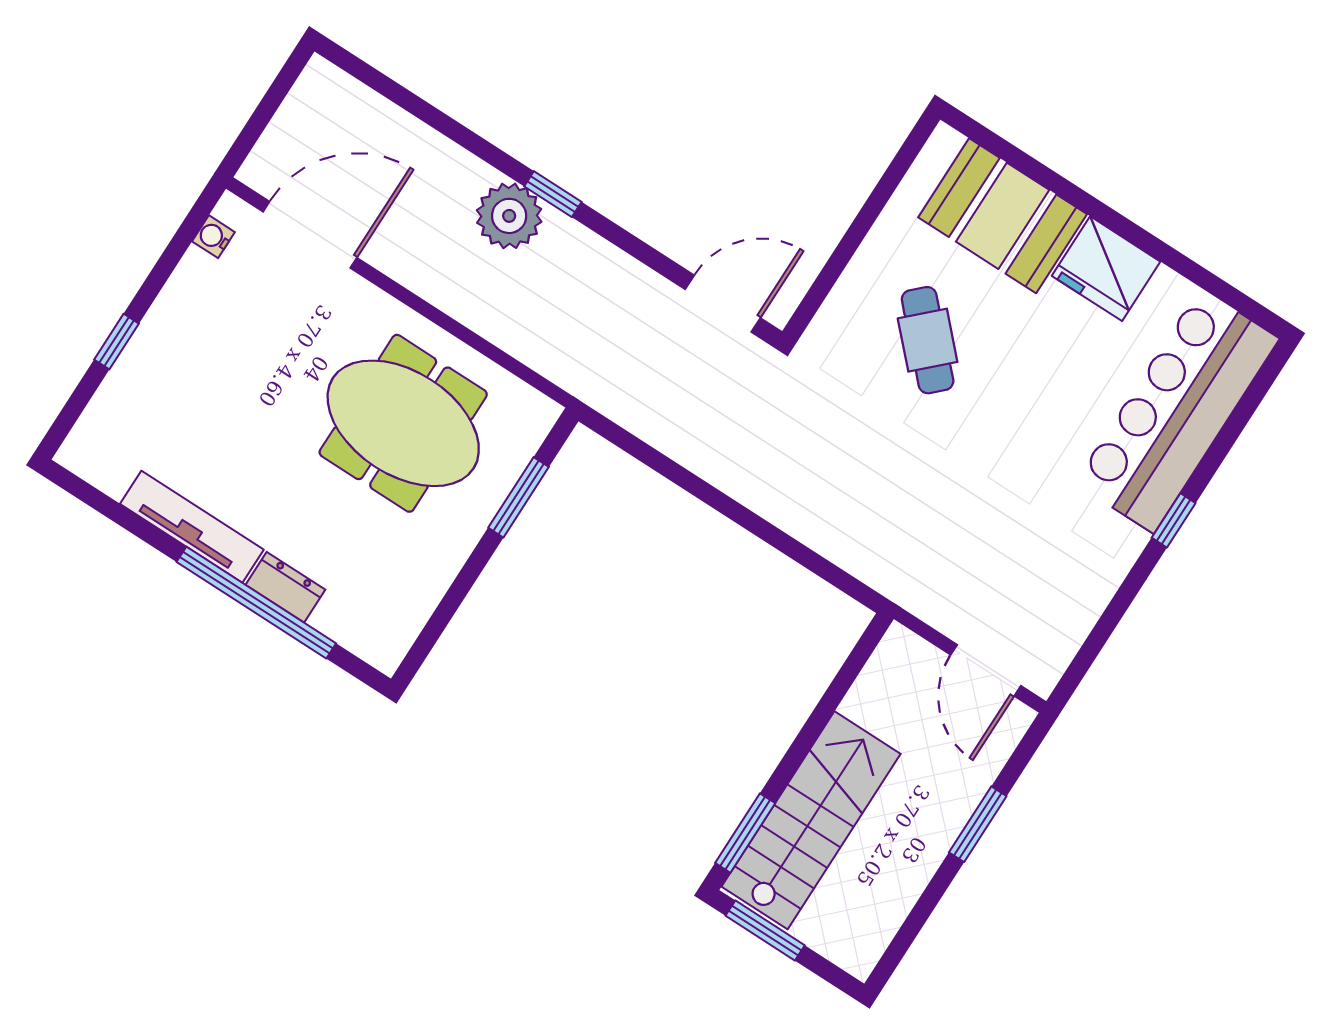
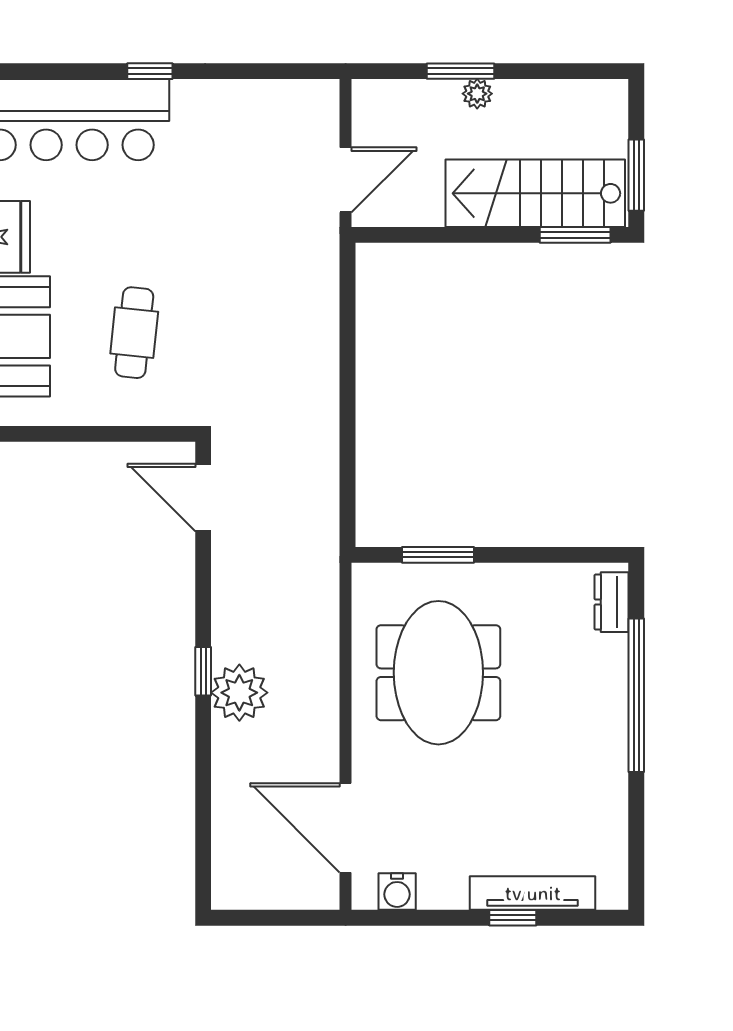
water cooler: (213, 237) -> (397, 891), width x1.38, depth x1.38
cafe table: (928, 340) -> (134, 333), turned -40
tv unit: (192, 527) -> (533, 893), moved, turned 90
dresser: (285, 587) -> (612, 602), moved
door: (986, 670) -> (346, 180), moved
plant: (945, 826) -> (477, 94), added

